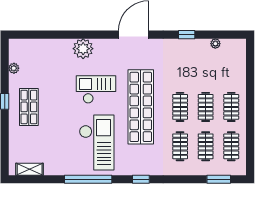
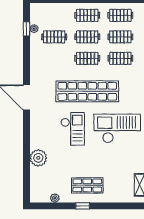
window: (187, 35) -> (26, 29), moved
plant: (83, 49) -> (38, 158), moved
clothes rail: (206, 68) -> (54, 37), added
checkout: (96, 90) -> (73, 129), turned 180

